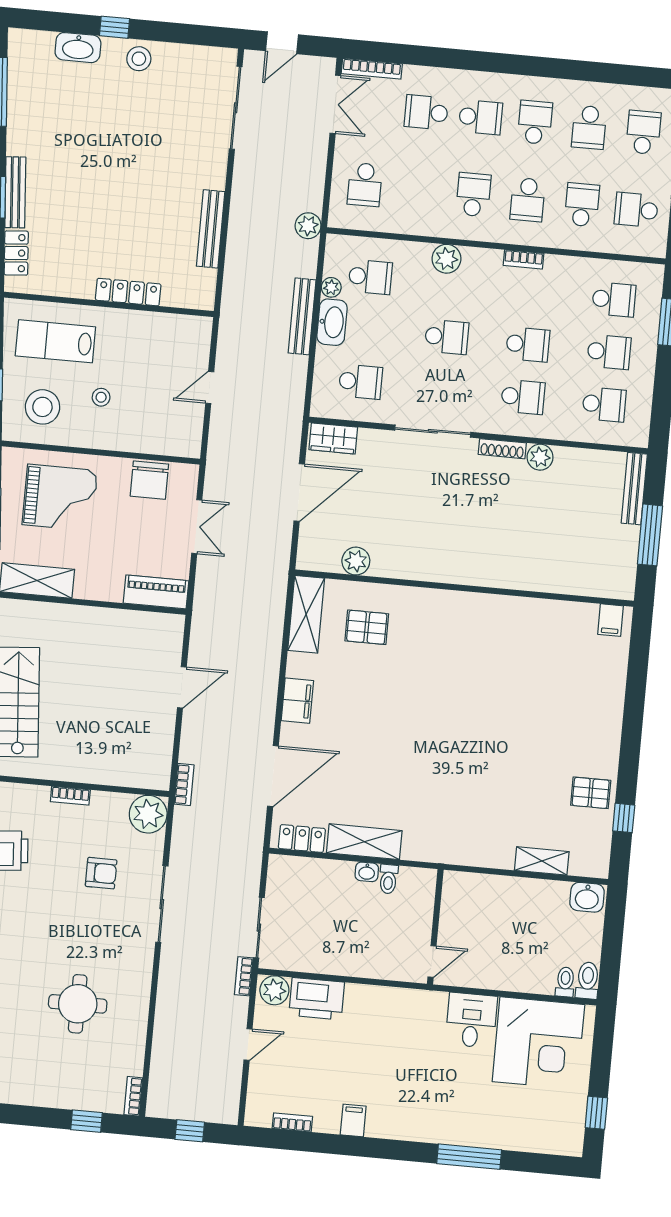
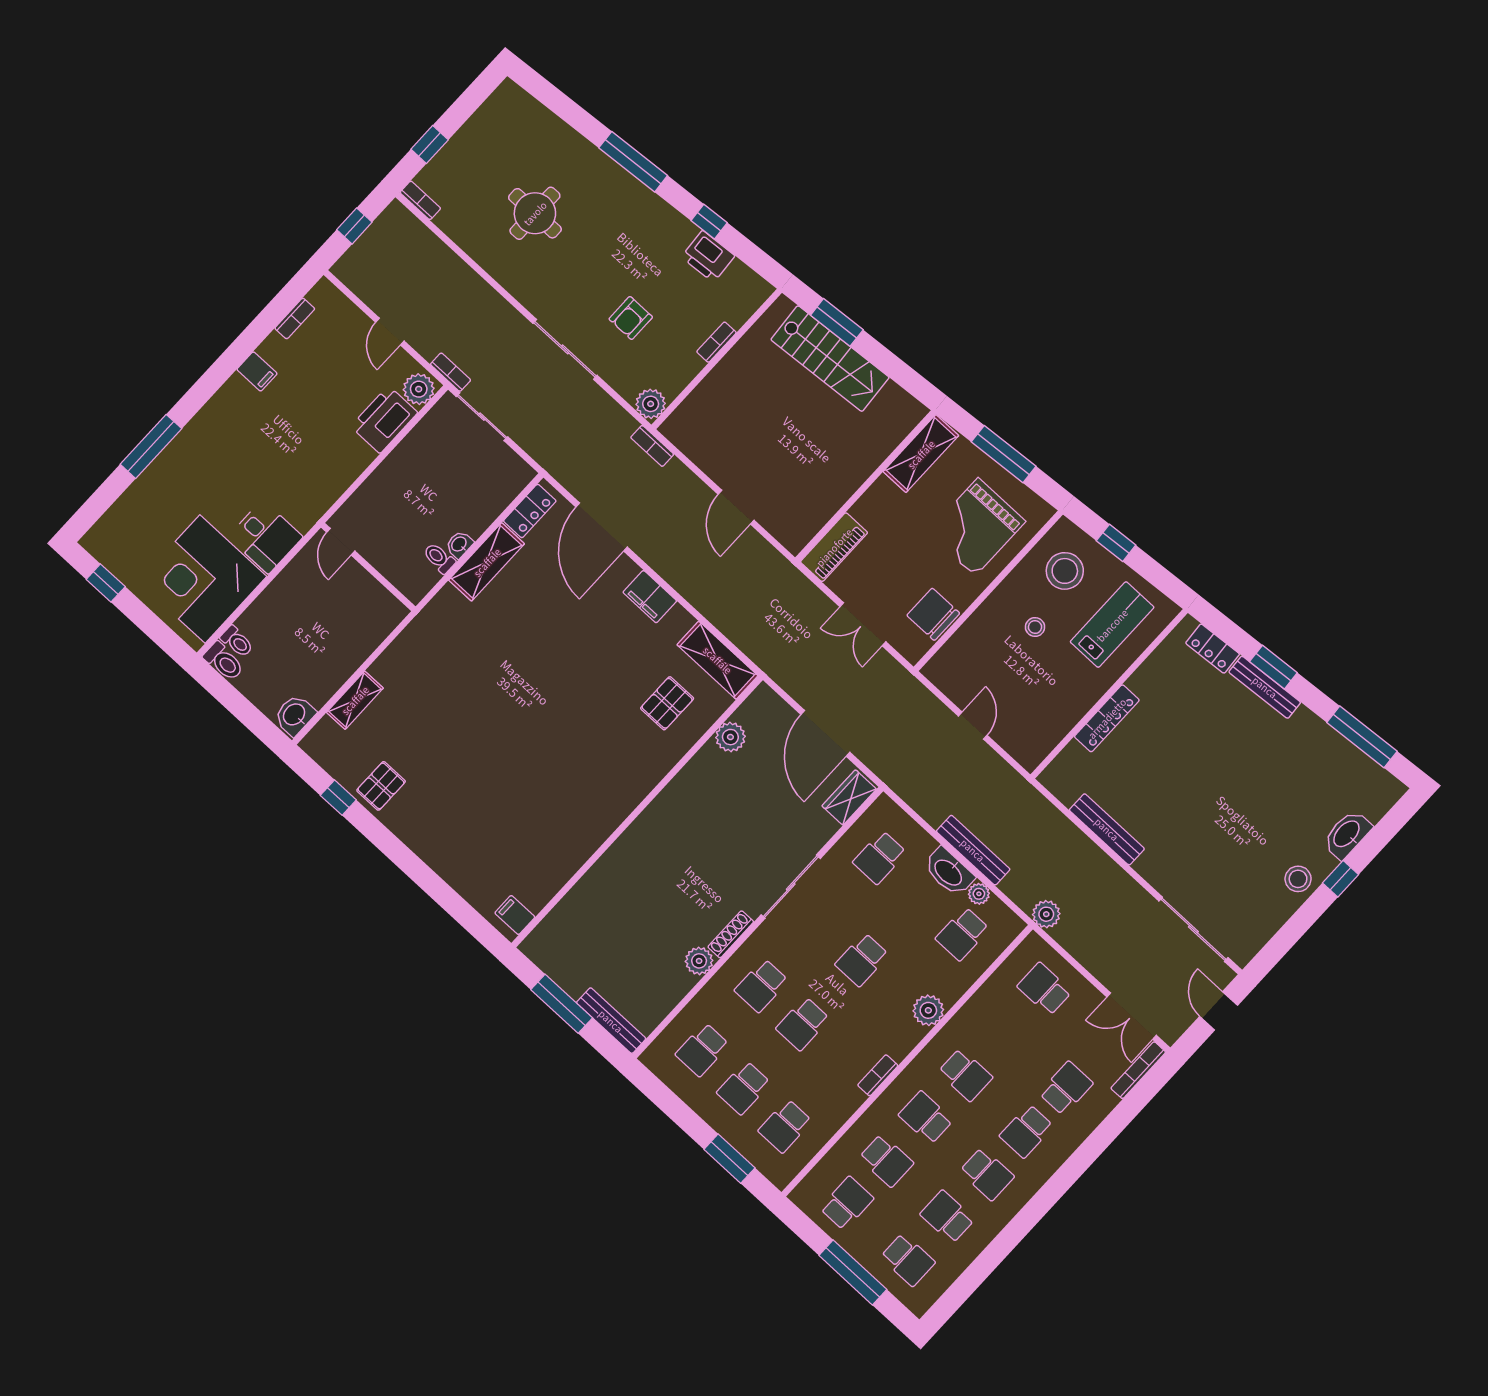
plant: (148, 814) -> (651, 404), width x0.73, depth x0.73

